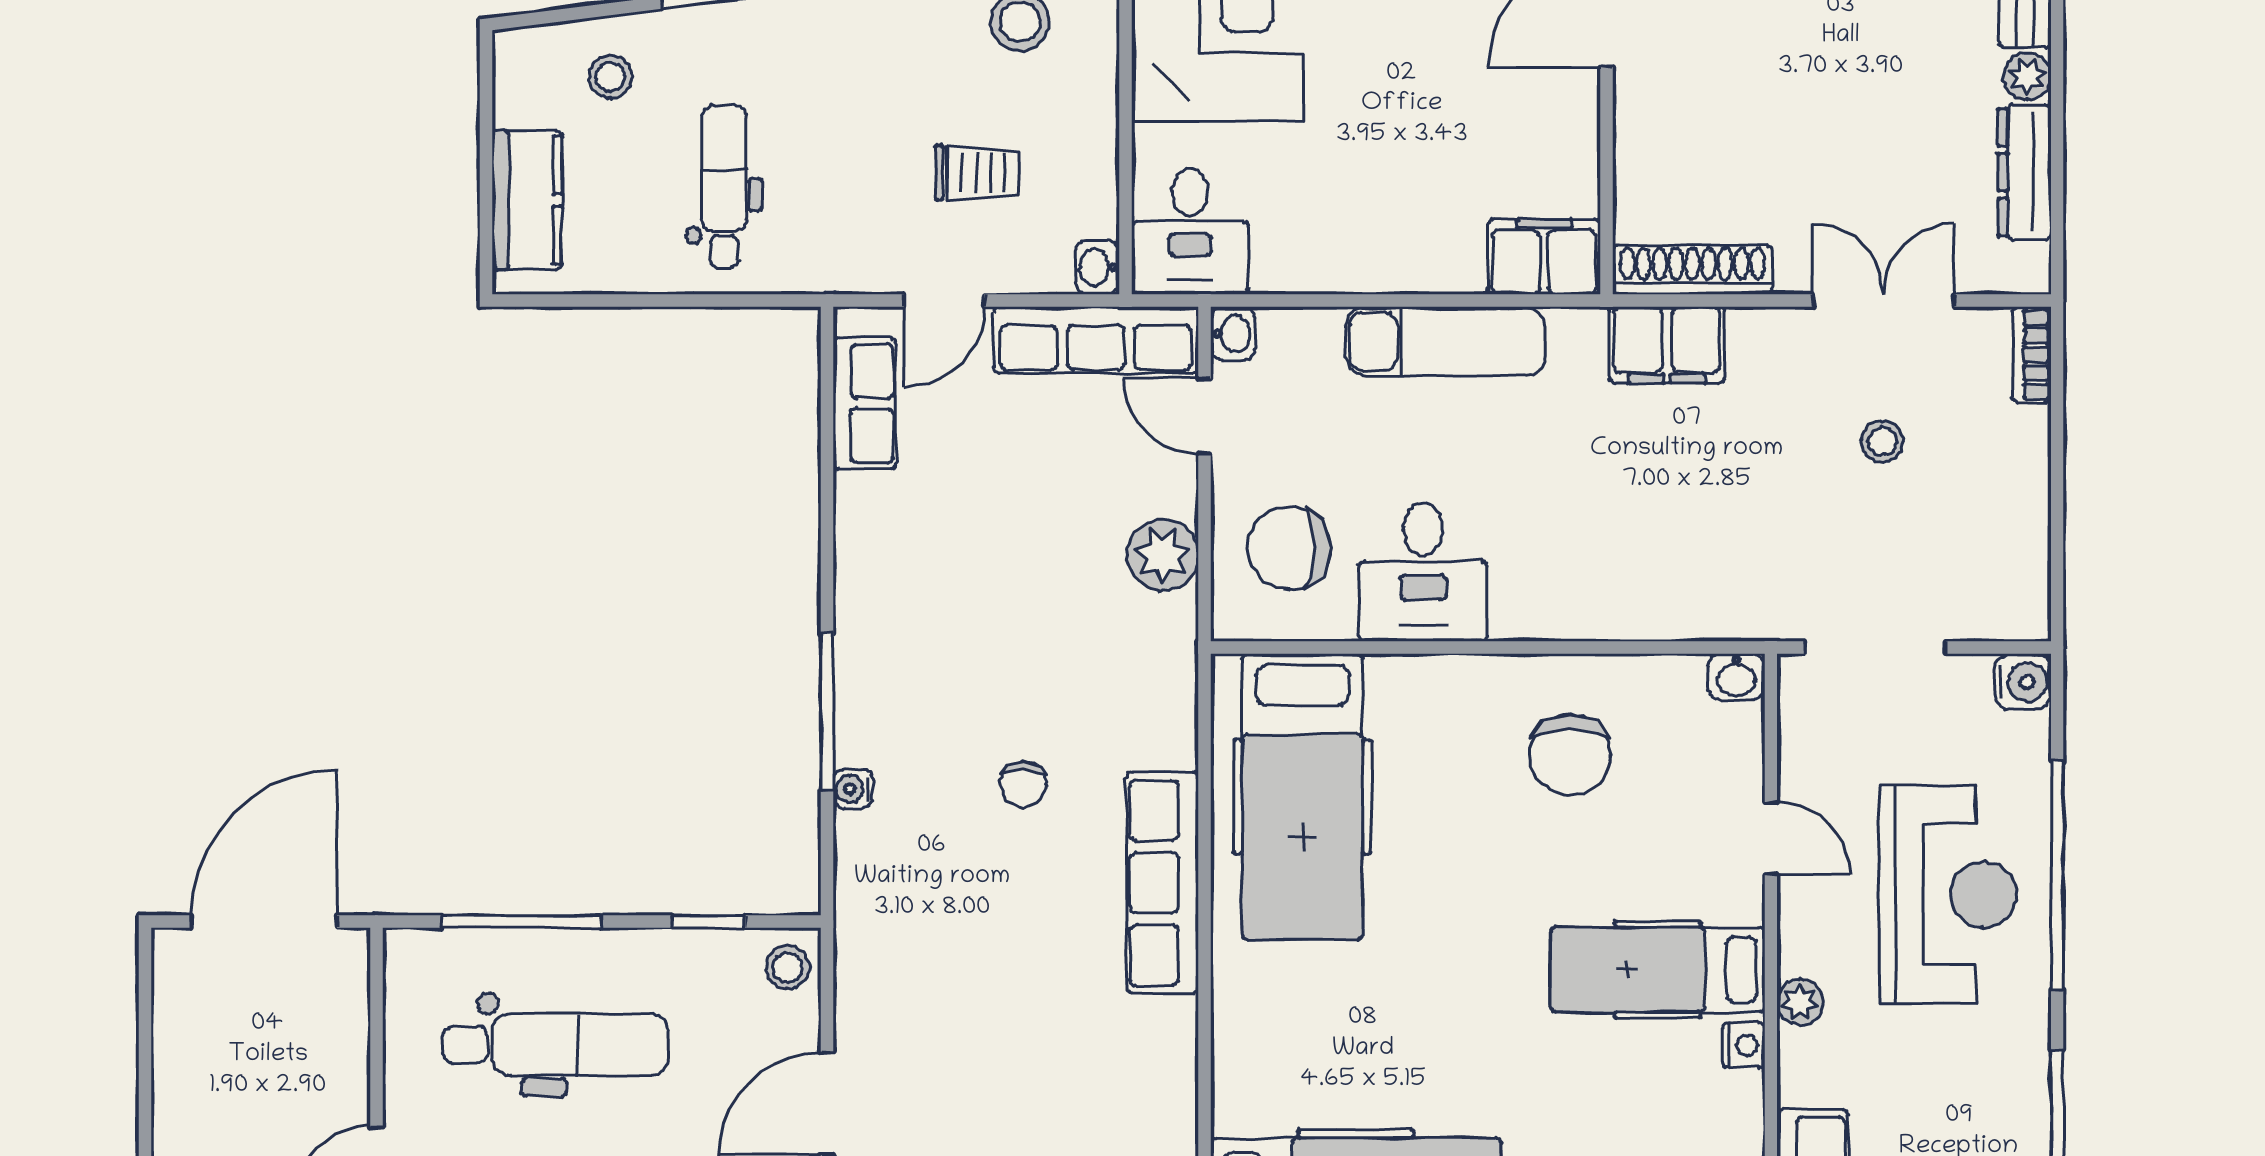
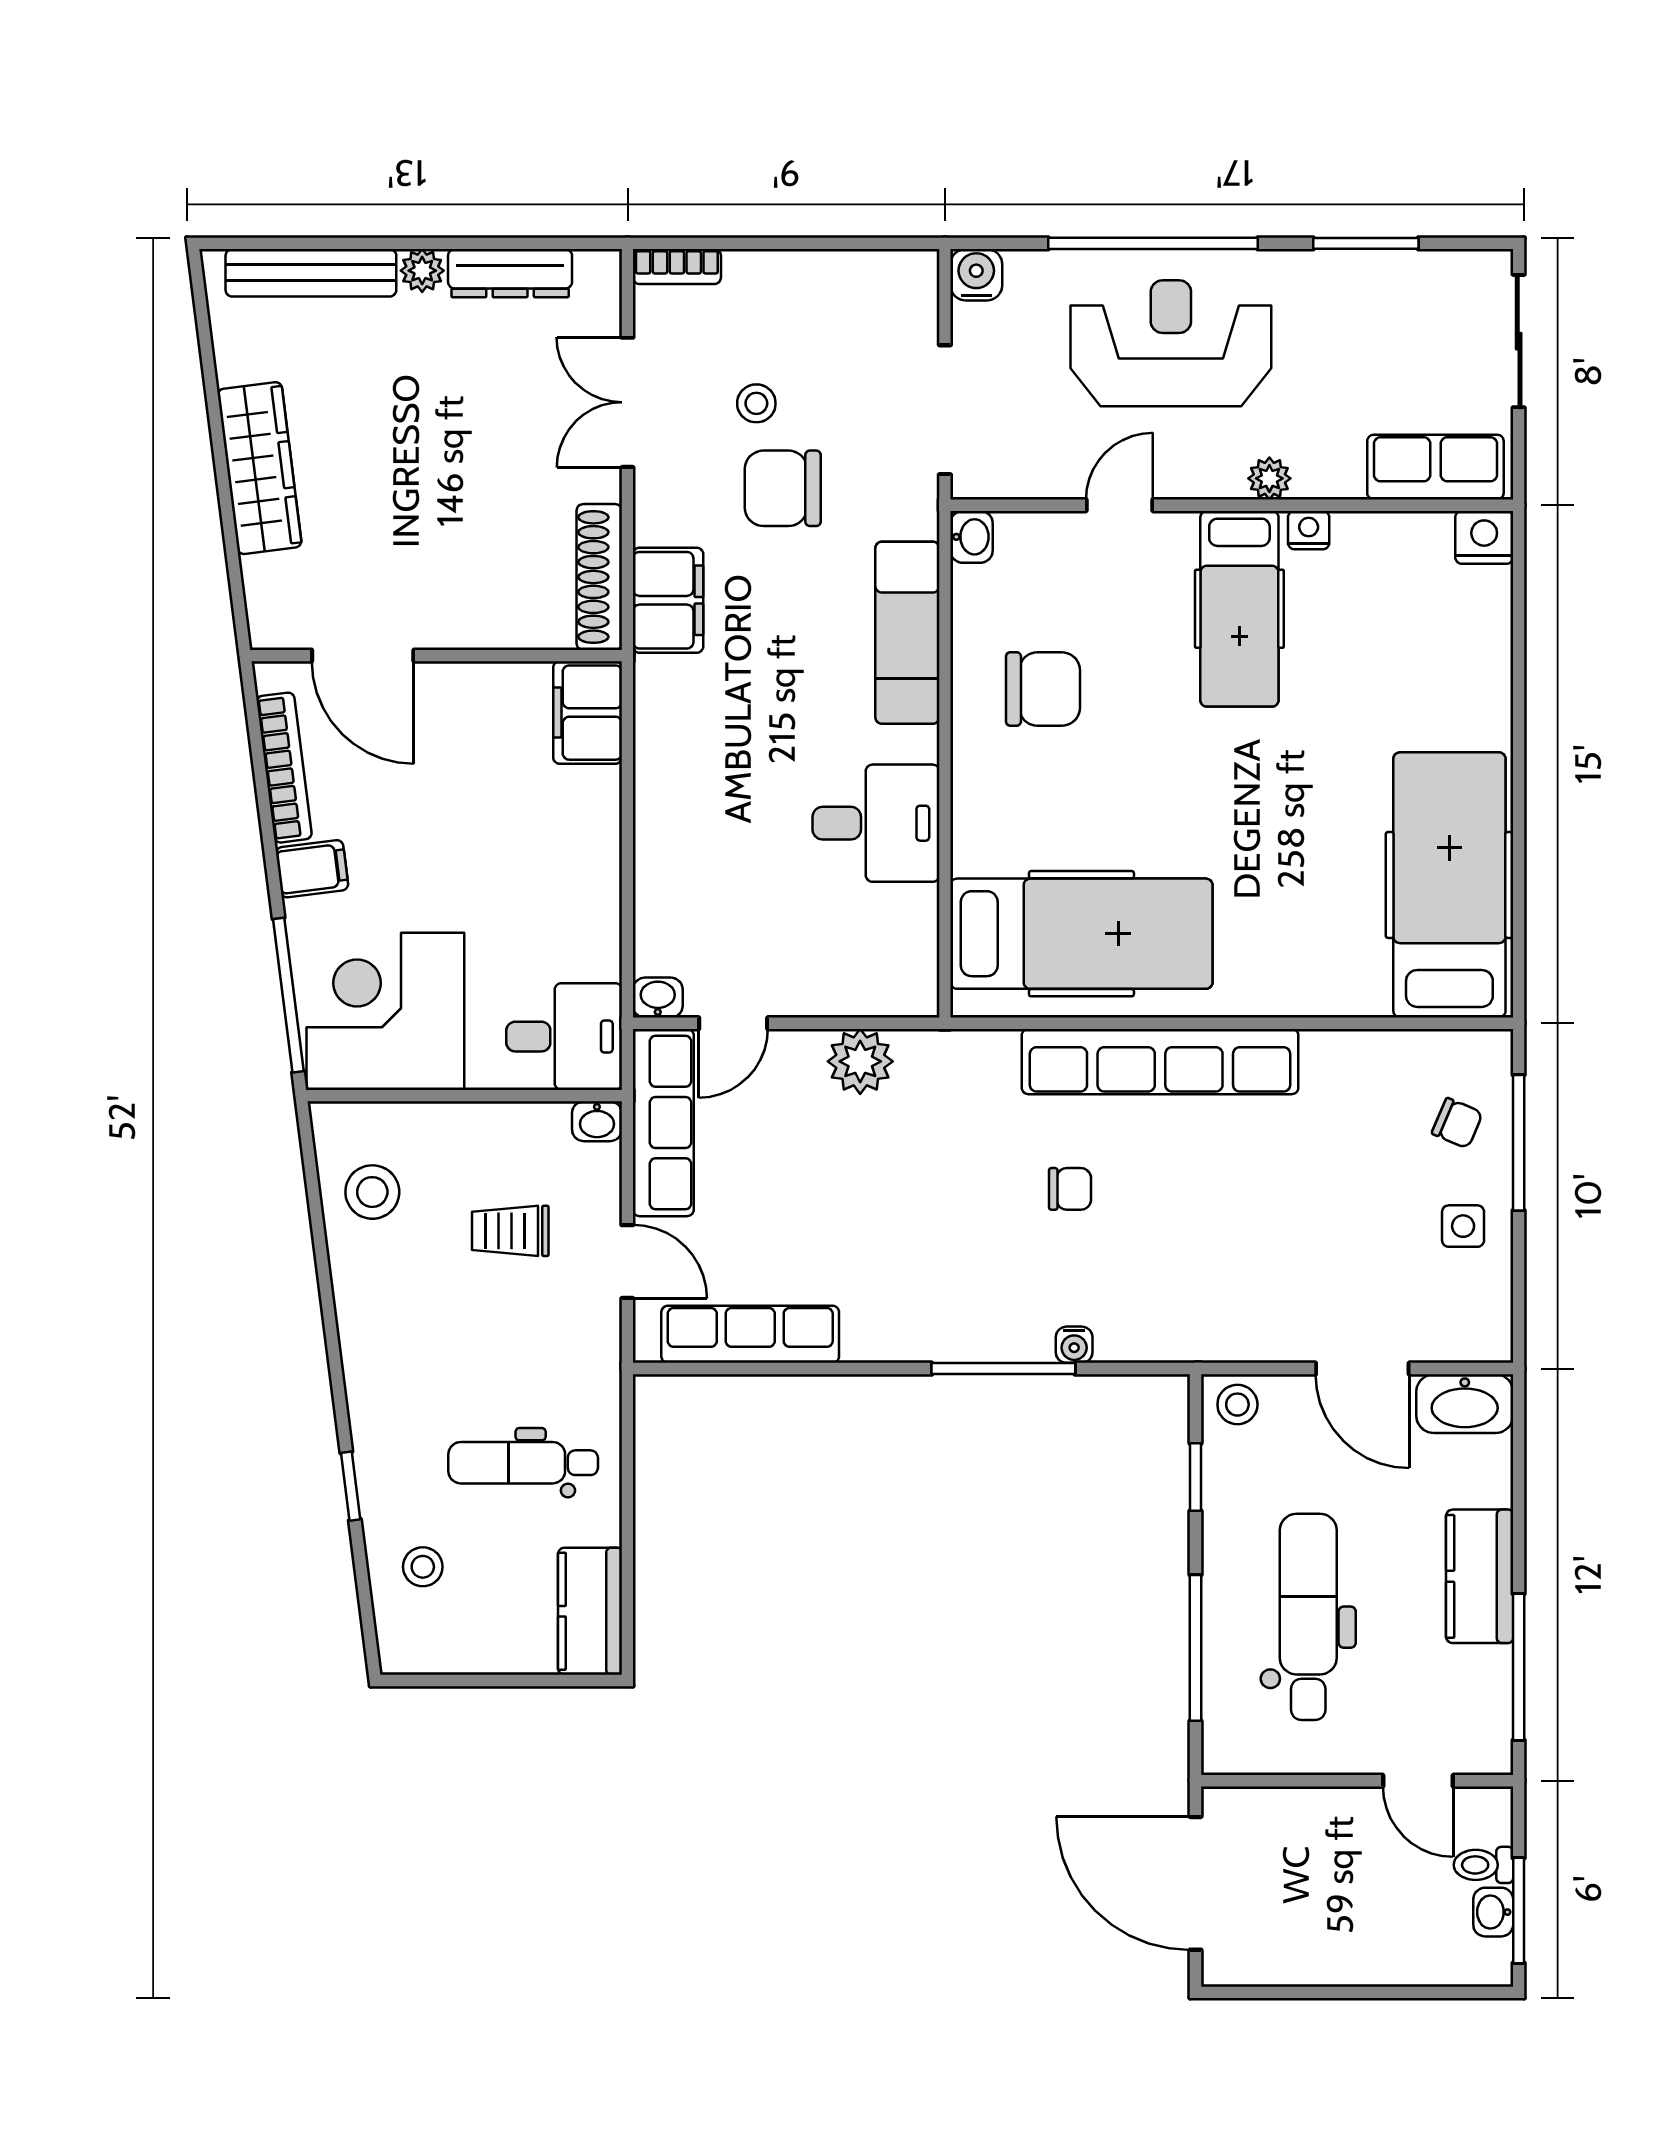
trolley: (978, 172) -> (510, 1231), turned -90
kitchen counter: (527, 200) -> (590, 1611), moved, turned -90
exam couch: (1445, 341) -> (907, 633), moved, turned 180
row of seats: (865, 403) -> (750, 1334), width x1.48
chair: (1289, 548) -> (783, 488), moved, turned 90
row of seats: (1163, 883) -> (1160, 1062), width x1.36

